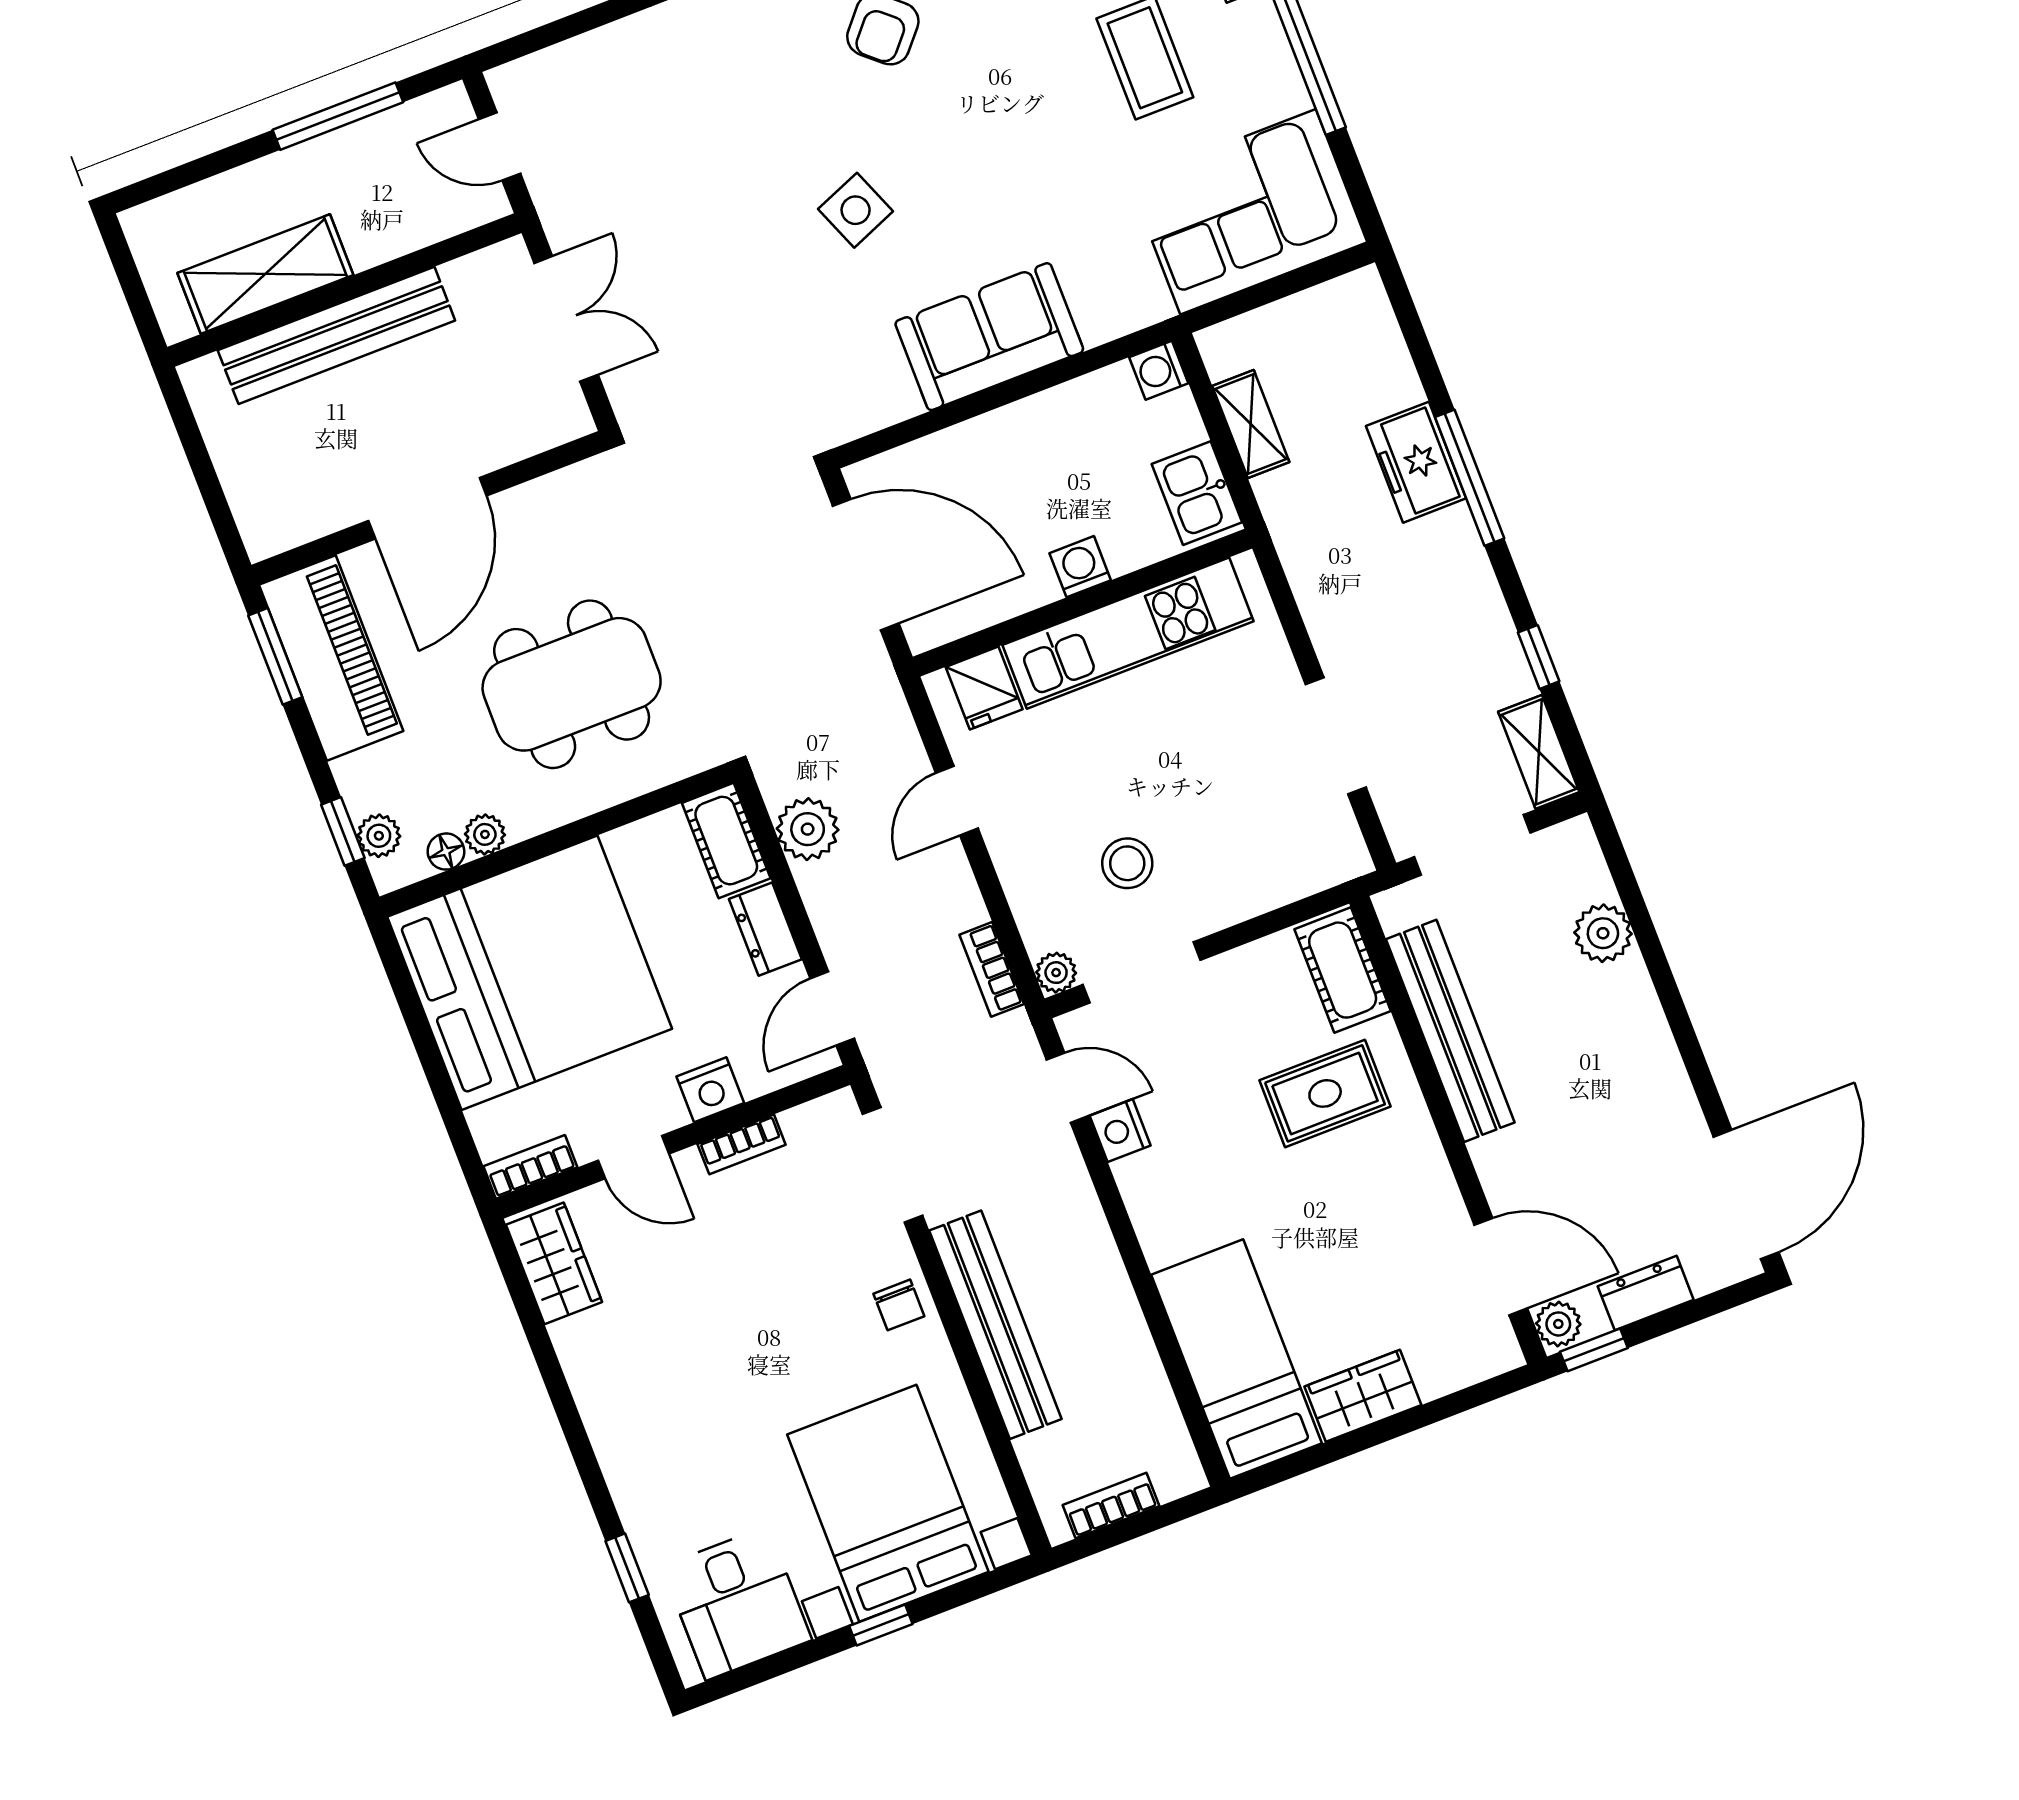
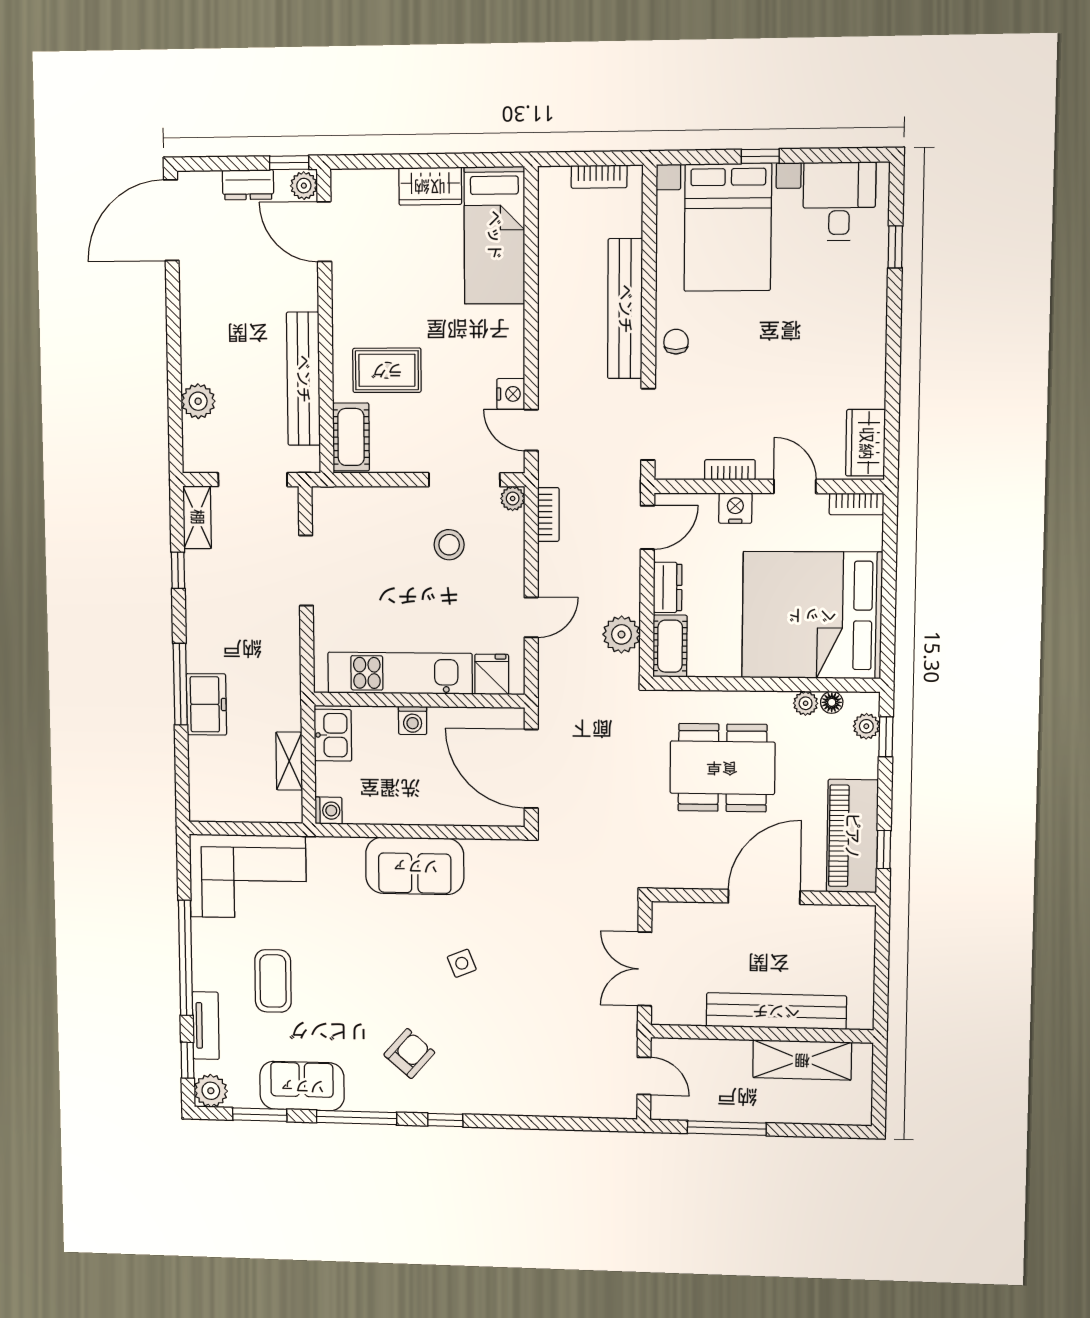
side table: (856, 210) -> (462, 963), width x0.73, depth x0.73
window: (275, 656) -> (884, 849), width x0.67

